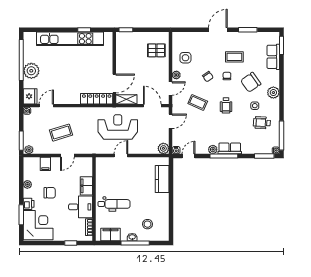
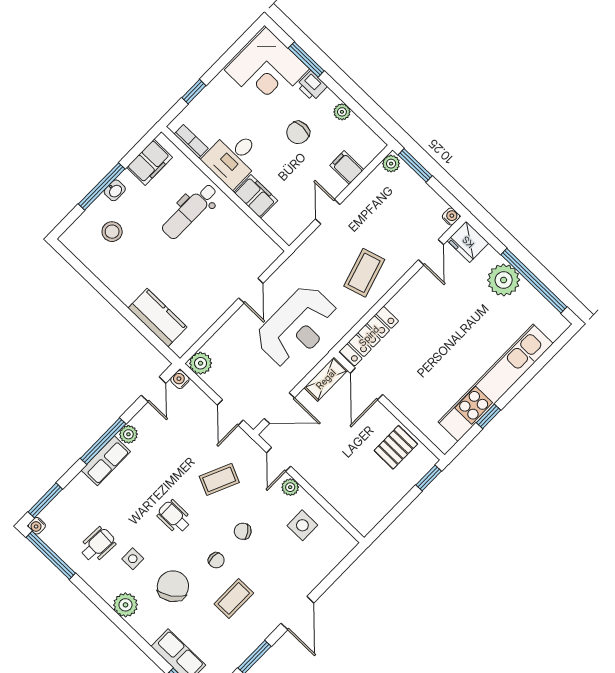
pallet: (156, 50) -> (396, 447), moved
coffee table: (61, 133) -> (364, 273), moved

